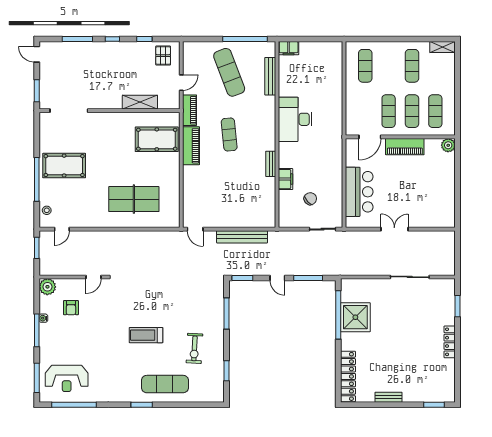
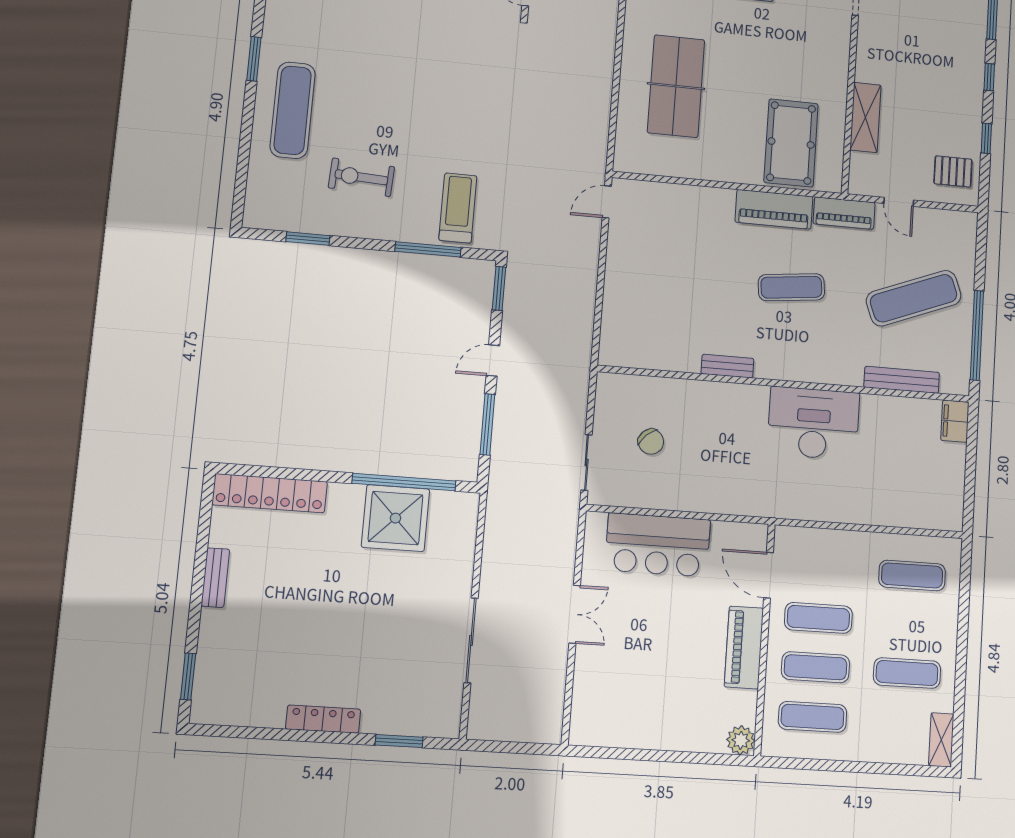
filing cabinet: (286, 179) -> (695, 394), removed
bench: (242, 237) -> (584, 295), removed
treadmill: (146, 335) -> (458, 208), moved

